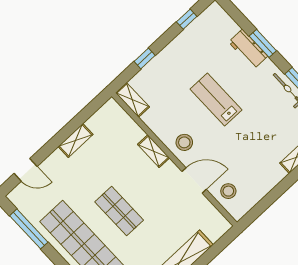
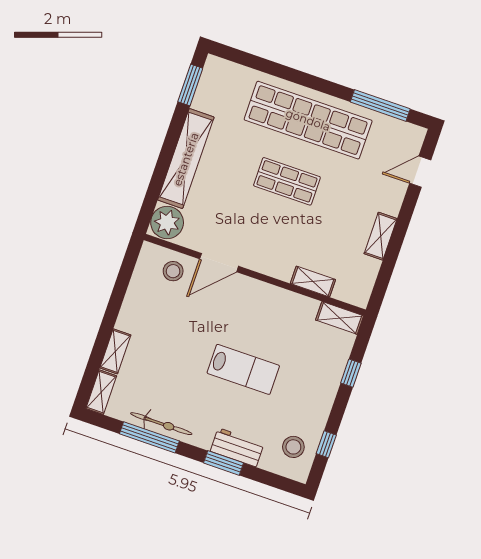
stool: (184, 142) -> (293, 447), moved
shelving: (154, 151) -> (313, 282), moved
plant: (215, 226) -> (167, 222), added

